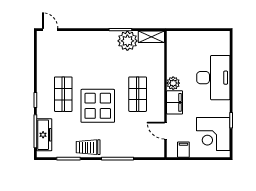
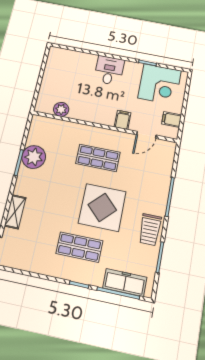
shelving: (151, 37) -> (15, 212), moved
desk: (213, 78) -> (109, 70), width x0.53, depth x0.77
plant: (173, 83) -> (61, 109), moved
filing cabinet: (175, 102) -> (123, 120), width x0.50

